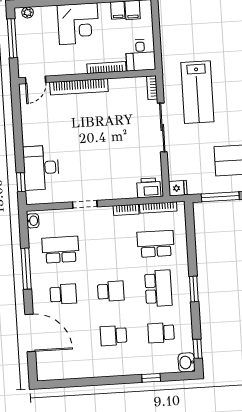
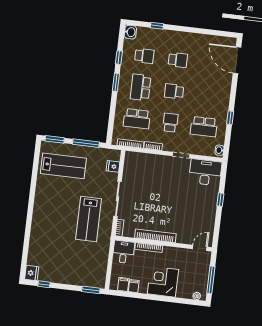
bookcase: (79, 87) -> (155, 236), moved
lab bench: (197, 92) -> (89, 219), turned 180
desk: (41, 168) -> (205, 172), moved, turned -90
window: (21, 182) -> (220, 200), moved
printer: (149, 188) -> (135, 158), removed
fridge: (178, 188) -> (113, 166), moved
window: (26, 269) -> (230, 118), width x0.46
school desk: (63, 294) -> (170, 123), moved, turned 90
door: (30, 333) -> (237, 60), moved
window: (198, 349) -> (119, 58), moved

